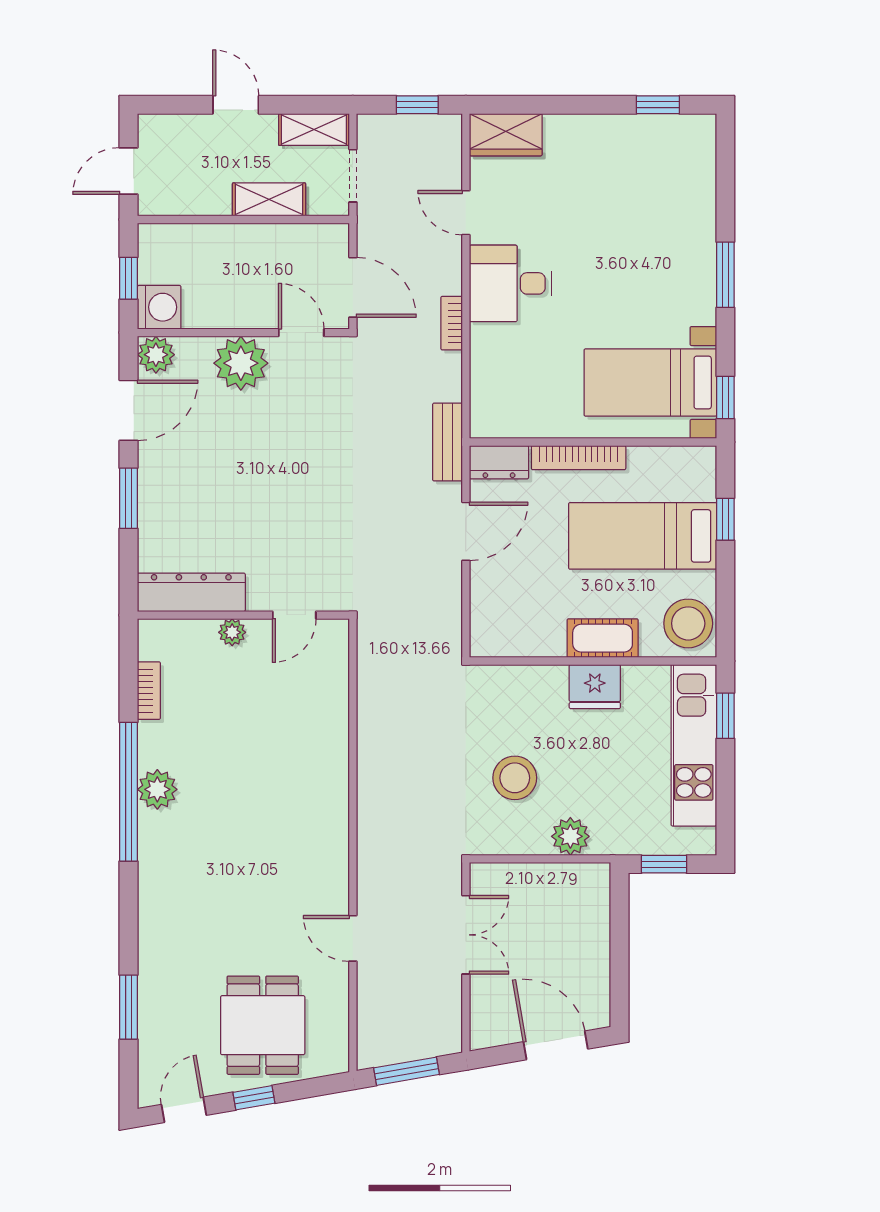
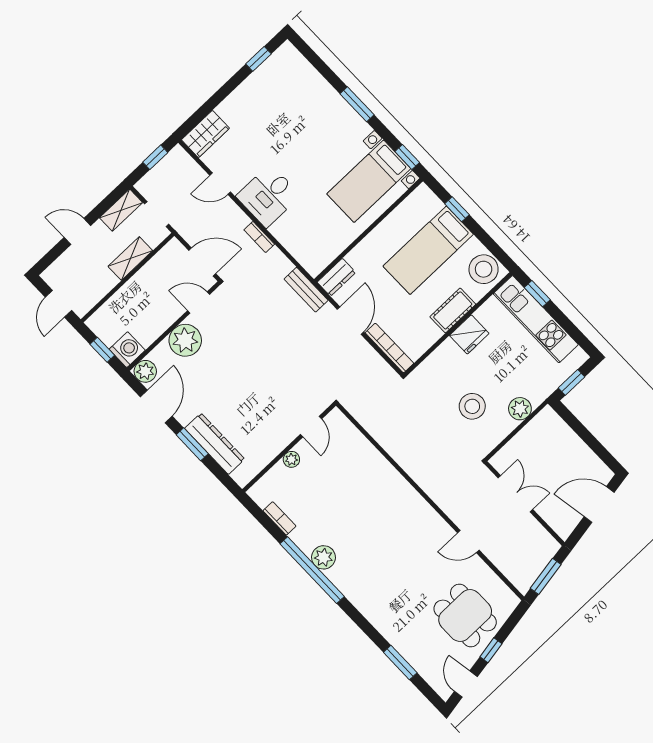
bookcase: (579, 458) -> (389, 348), moved, turned -90
dresser: (191, 592) -> (215, 444), moved, turned 90

